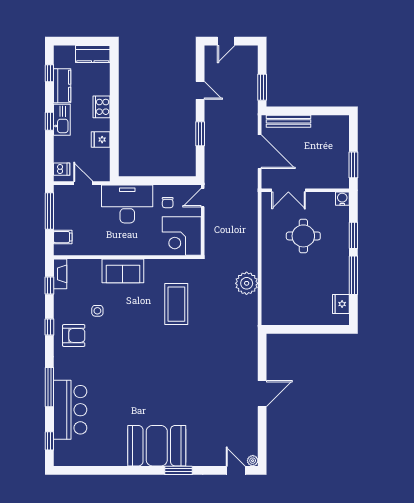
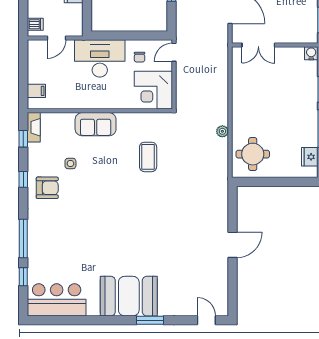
door: (83, 183) -> (57, 38), swing flipped
window: (49, 211) -> (23, 65), removed
round table: (303, 236) -> (253, 154), moved
plant: (247, 283) -> (222, 131), width x0.53, depth x0.53
coffee table: (176, 304) -> (148, 157), width x0.73, depth x0.76
bar counter: (70, 410) -> (57, 300), moved, turned -90
window: (49, 441) -> (23, 277), moved
plant: (253, 461) -> (223, 311), removed

